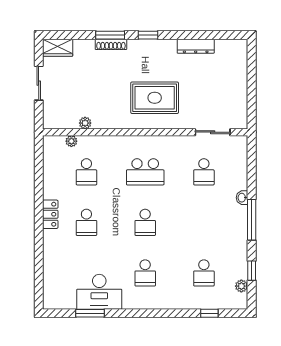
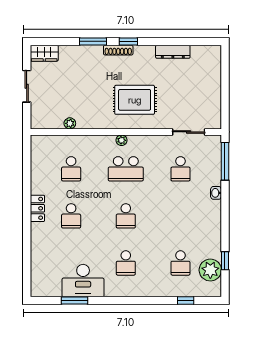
shoe rack: (111, 44) -> (118, 50), moved
plant: (71, 141) -> (121, 140), moved
window: (252, 220) -> (225, 161), moved
plant: (241, 286) -> (210, 270), width x1.88, depth x1.88

